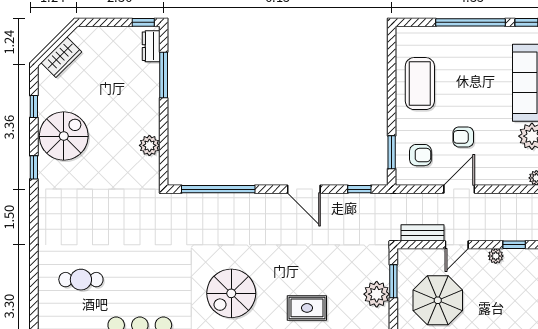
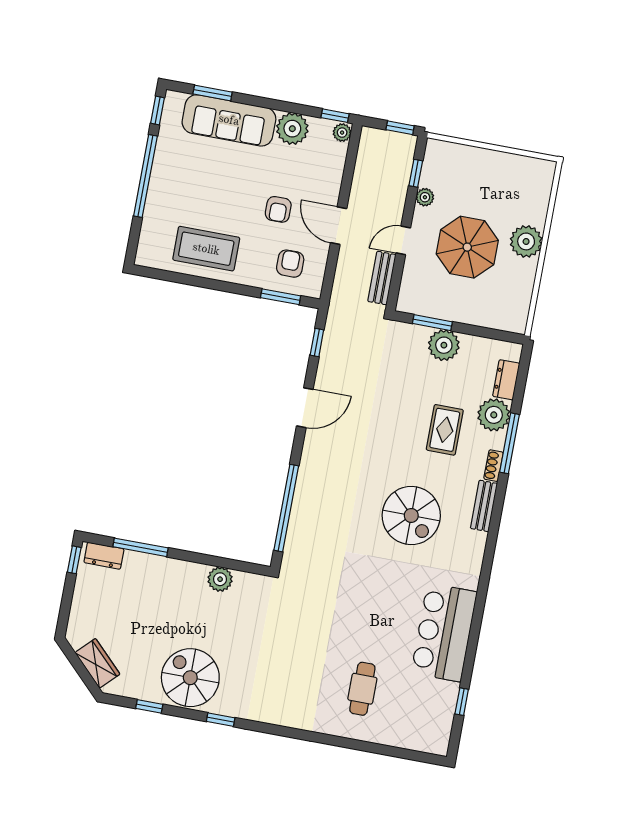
door: (457, 245) -> (403, 240), swing flipped
parasol: (438, 300) -> (467, 247), moved

